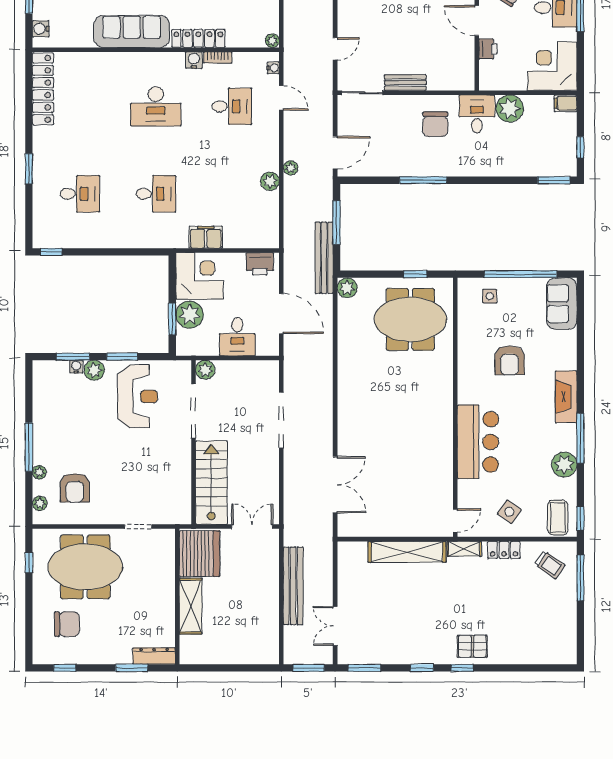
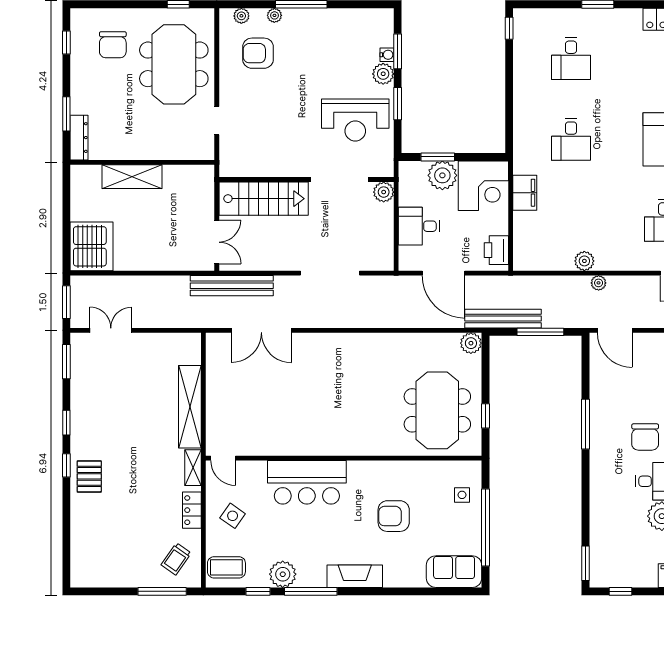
chair: (435, 124) -> (645, 437), turned -90
door: (281, 314) -> (443, 273), hinge flipped
window: (580, 518) -> (258, 591), moved
server rack: (200, 554) -> (92, 246), moved, turned -90
bench: (293, 586) -> (232, 286), moved

